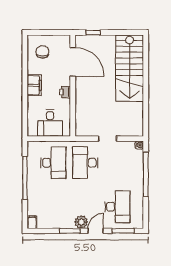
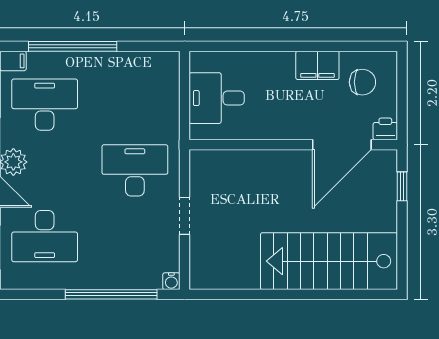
filing cabinet: (34, 85) -> (317, 65), moved
printer: (65, 92) -> (385, 129), moved
desk: (53, 163) -> (45, 105), moved, turned 180
window: (25, 178) -> (73, 46), moved

